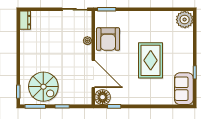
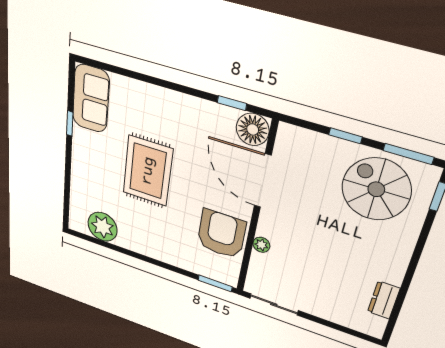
dresser: (25, 20) -> (384, 300), moved
plant: (185, 20) -> (102, 227), moved

